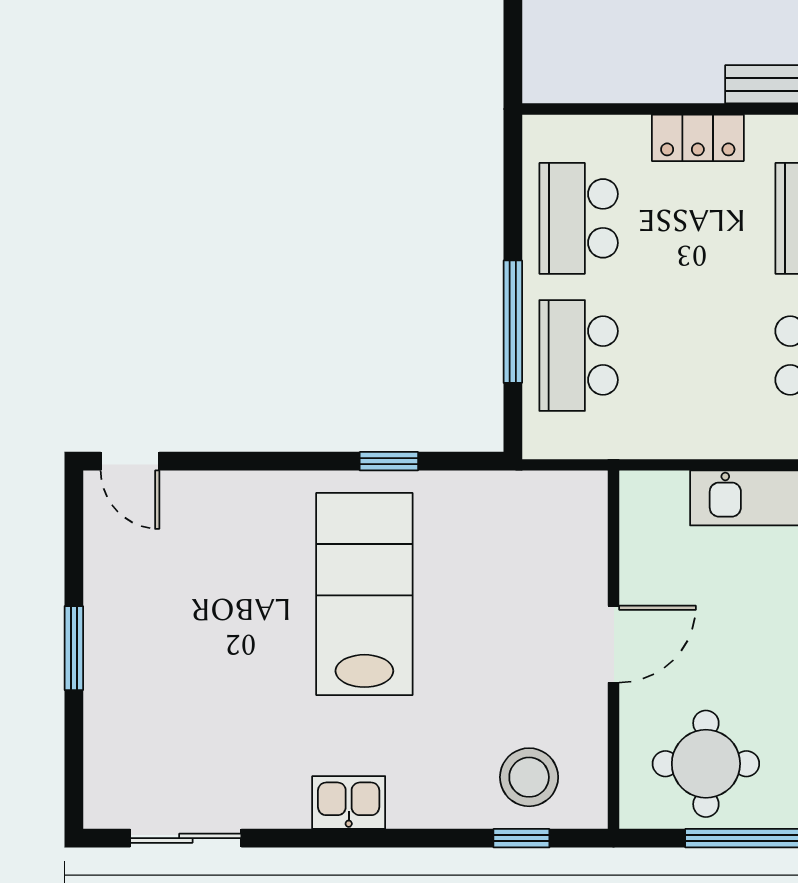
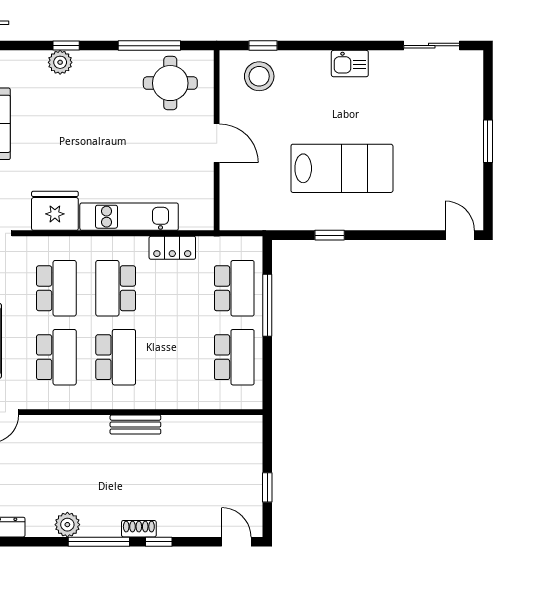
locker: (698, 138) -> (172, 248), moved, turned 180
lab bench: (364, 594) -> (342, 168), turned -90
door: (614, 644) -> (217, 143), swing flipped

